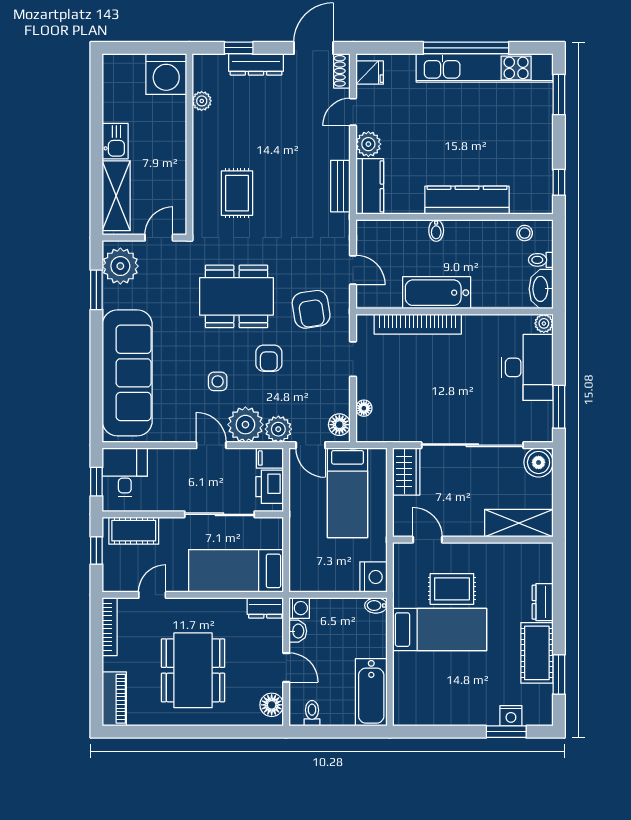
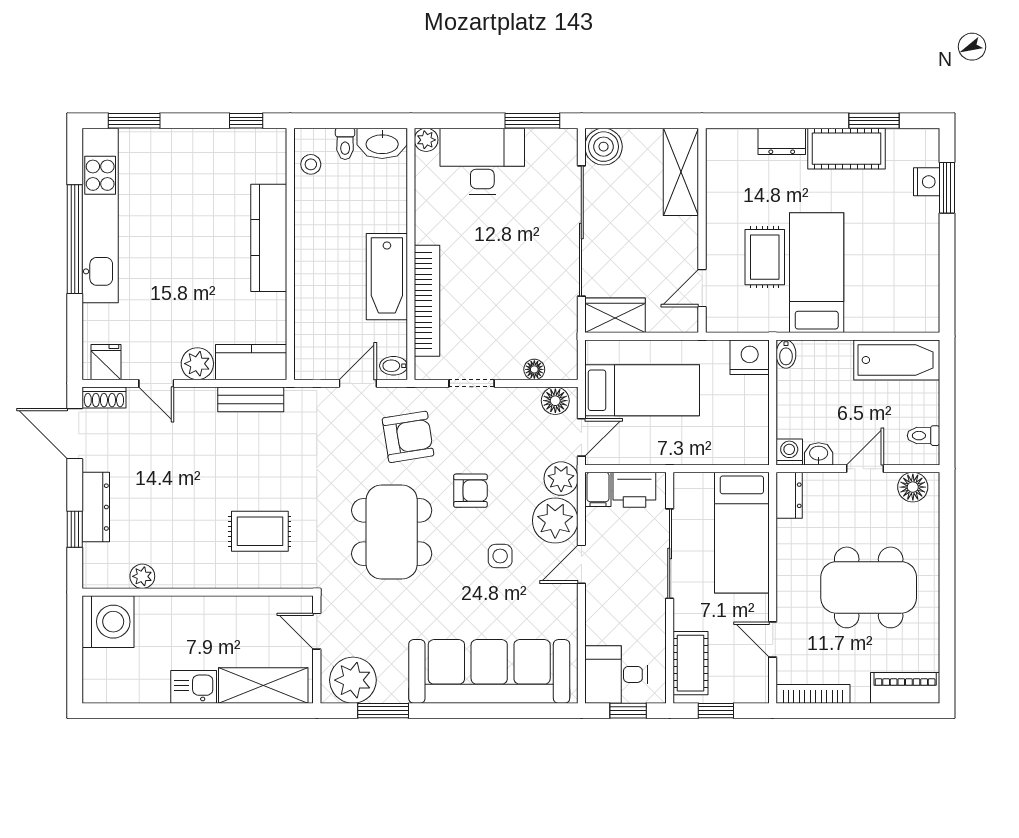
bidet: (436, 231) -> (394, 366), moved, turned 180

